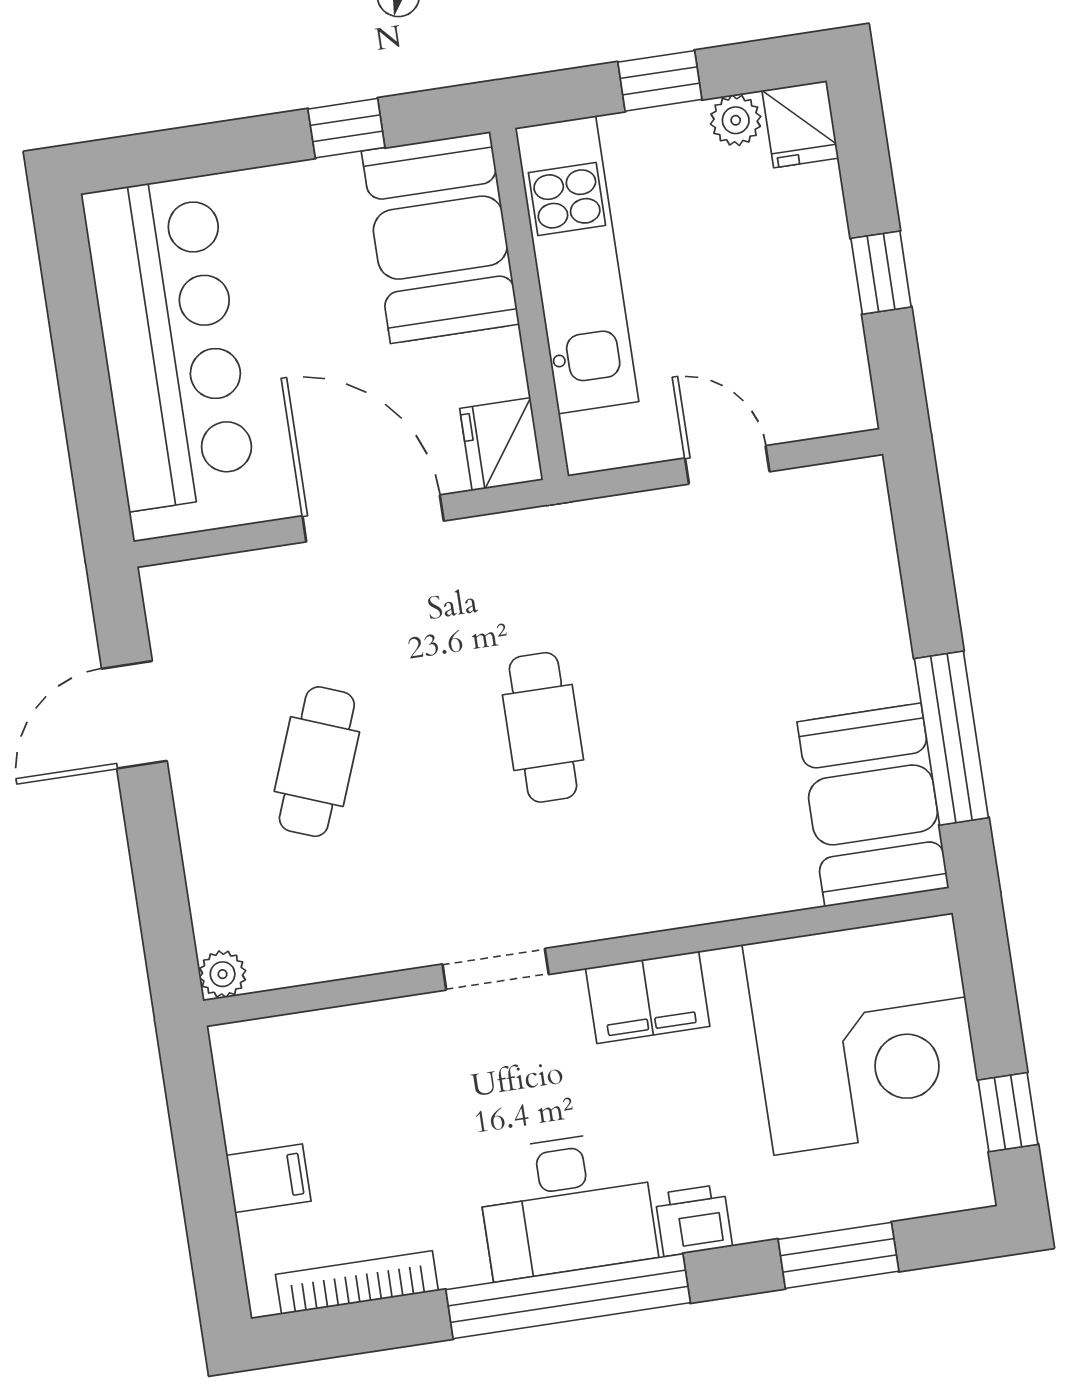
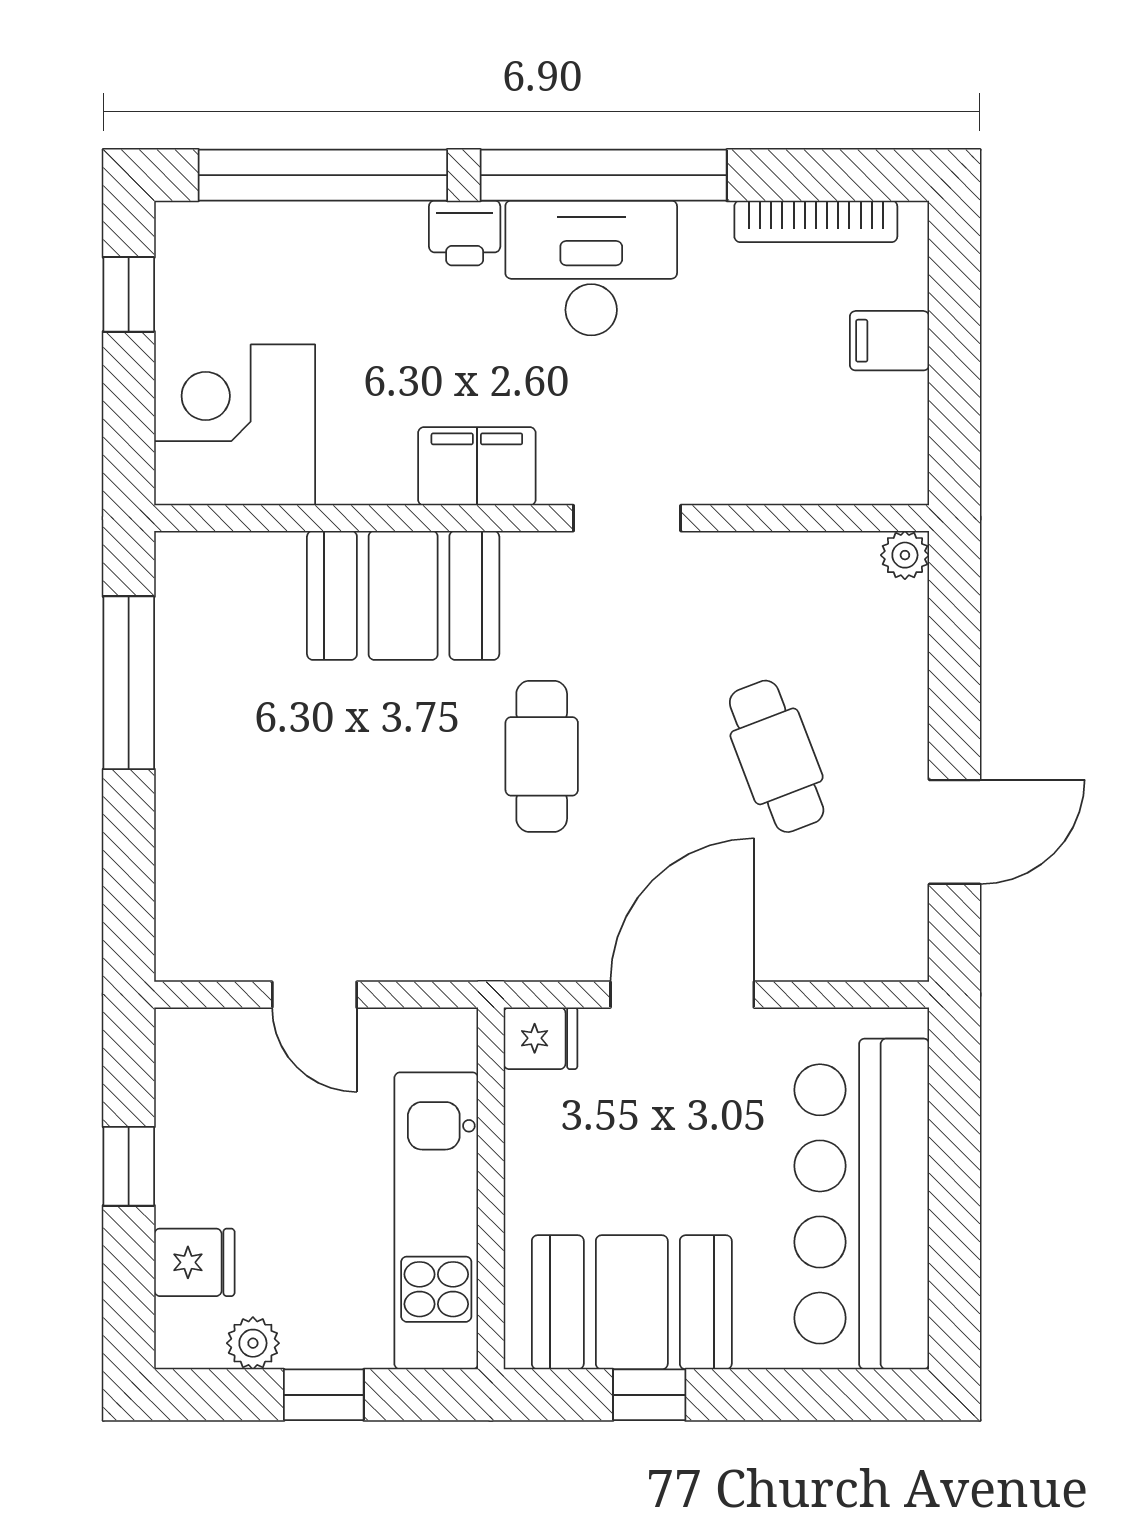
fridge: (800, 124) -> (194, 1262), moved, turned 90
booth: (440, 238) -> (632, 1302), moved, turned 90
fridge: (501, 444) -> (540, 1038), width x0.72
door: (373, 518) -> (682, 995), swing flipped
cafe table: (317, 762) -> (777, 756), turned -42
booth: (873, 805) -> (403, 595), moved, turned 90
corner desk: (863, 1034) -> (235, 425), width x0.74, depth x0.74
window: (838, 1255) -> (323, 175), width x2.11

